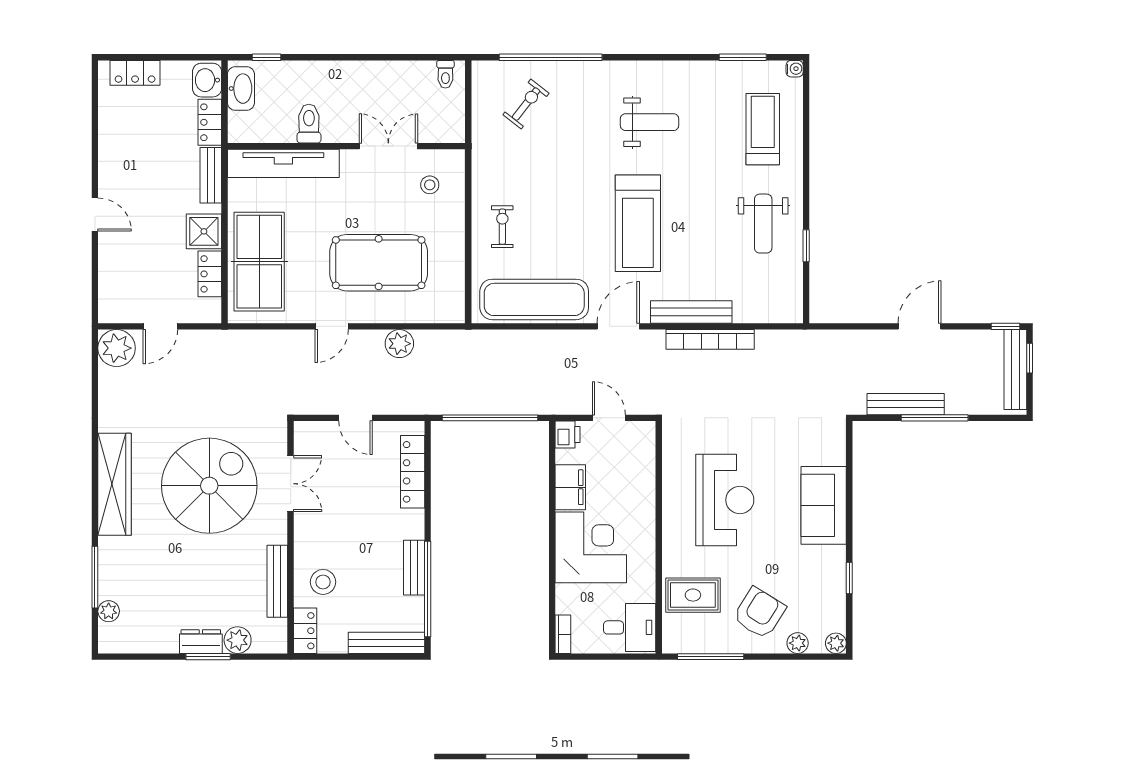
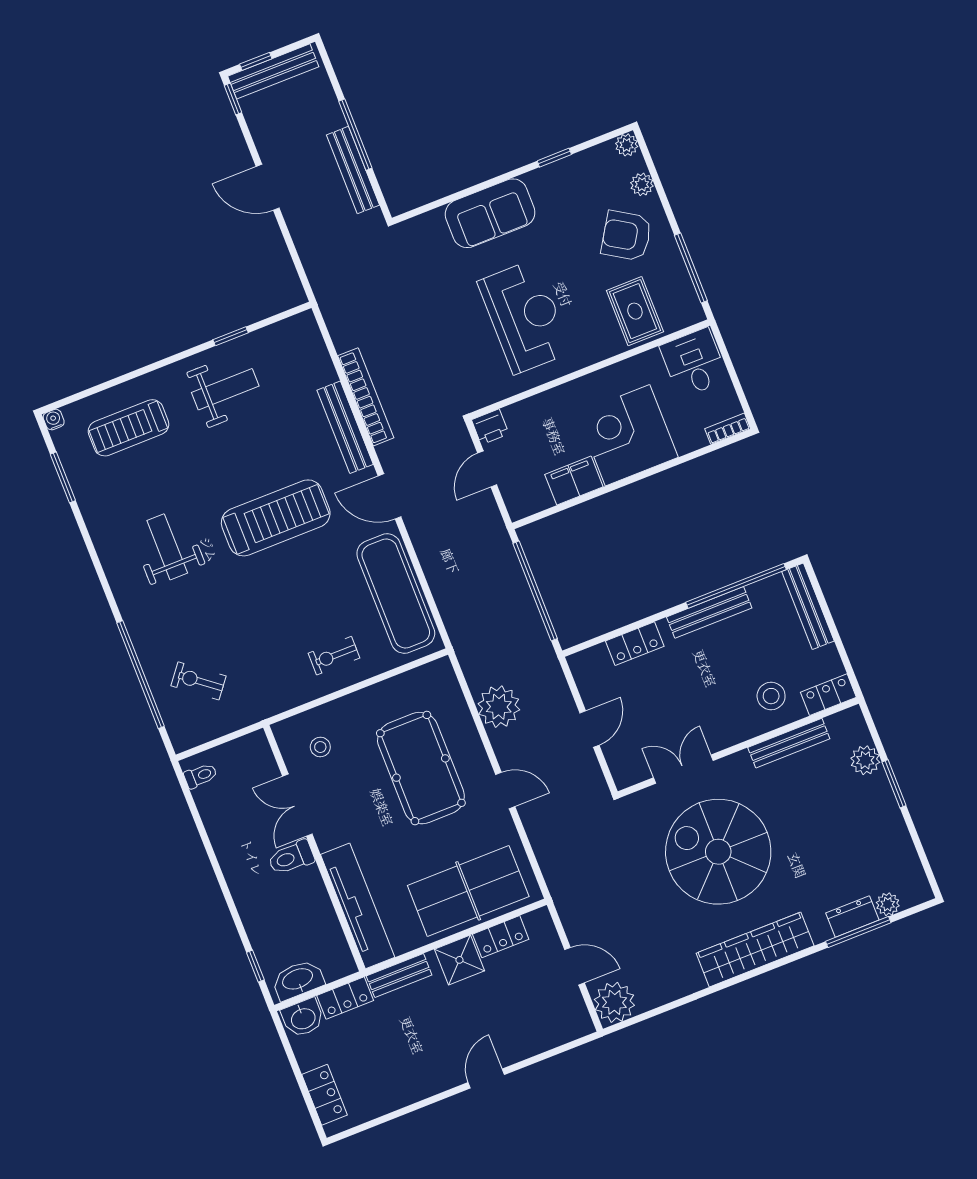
toilet: (309, 124) -> (291, 858), moved
plant: (399, 344) -> (499, 707), width x1.36, depth x1.36
printer: (567, 434) -> (490, 427), moved, turned 180
locker: (413, 472) -> (635, 644), width x0.66
reception desk: (725, 500) -> (525, 317), turned 90
bench: (414, 568) -> (709, 612), width x1.36
dresser: (201, 642) -> (852, 917), moved, turned 90

